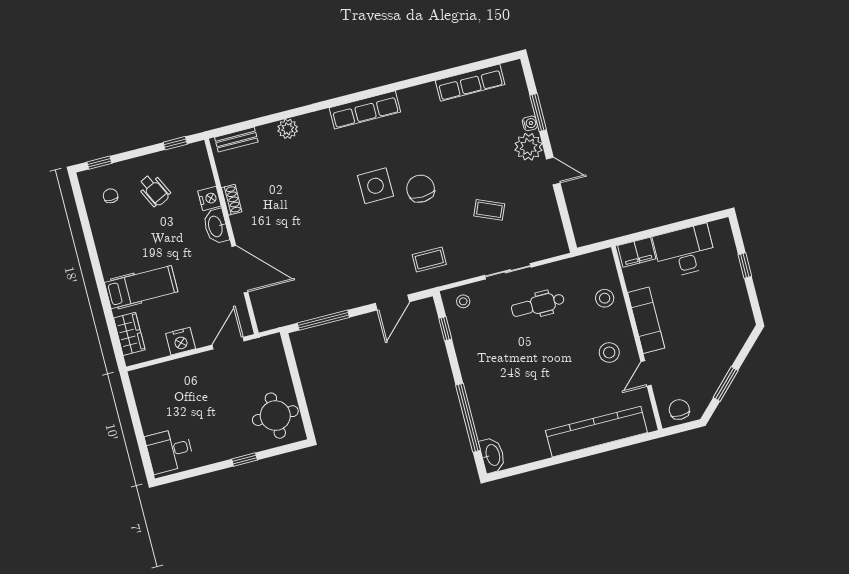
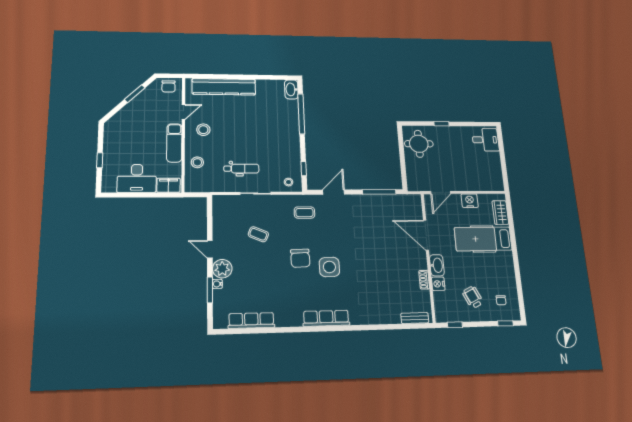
plant: (288, 129) -> (380, 317), removed
hospital bed: (141, 287) -> (483, 239), width x1.37, depth x1.29

